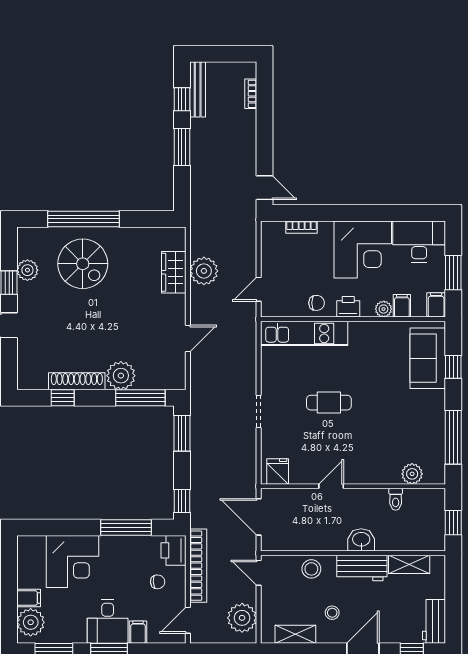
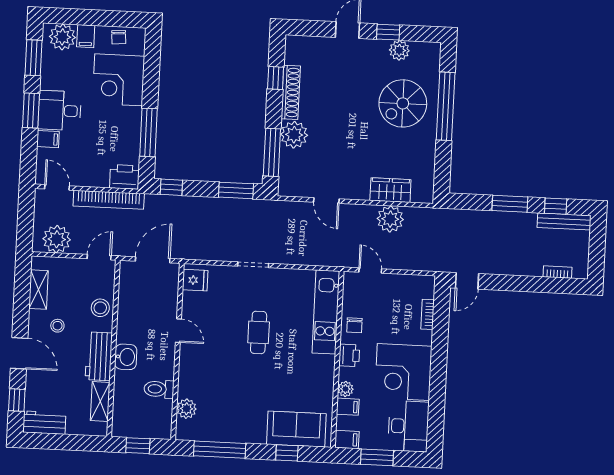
toilet: (396, 499) -> (159, 389), width x1.37, depth x1.39
chair: (158, 582) -> (119, 37), moved

